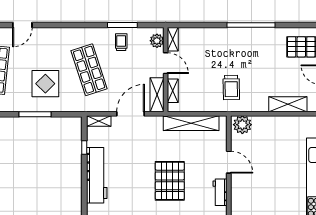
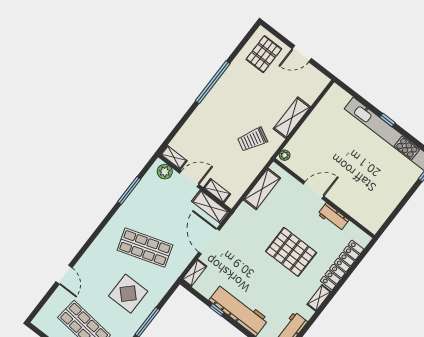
trolley: (121, 42) -> (143, 203), removed
trolley: (231, 87) -> (252, 139), turned 119
shelving: (288, 104) -> (292, 118), moved
shelving: (191, 123) -> (262, 189), width x0.68
plant: (242, 125) -> (285, 155), width x0.53, depth x0.53
window: (84, 147) -> (217, 310), moved

